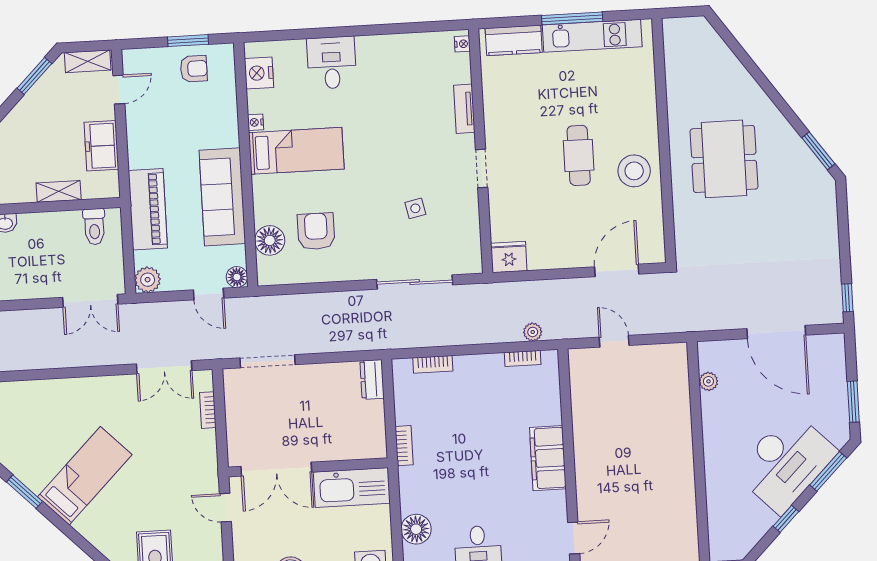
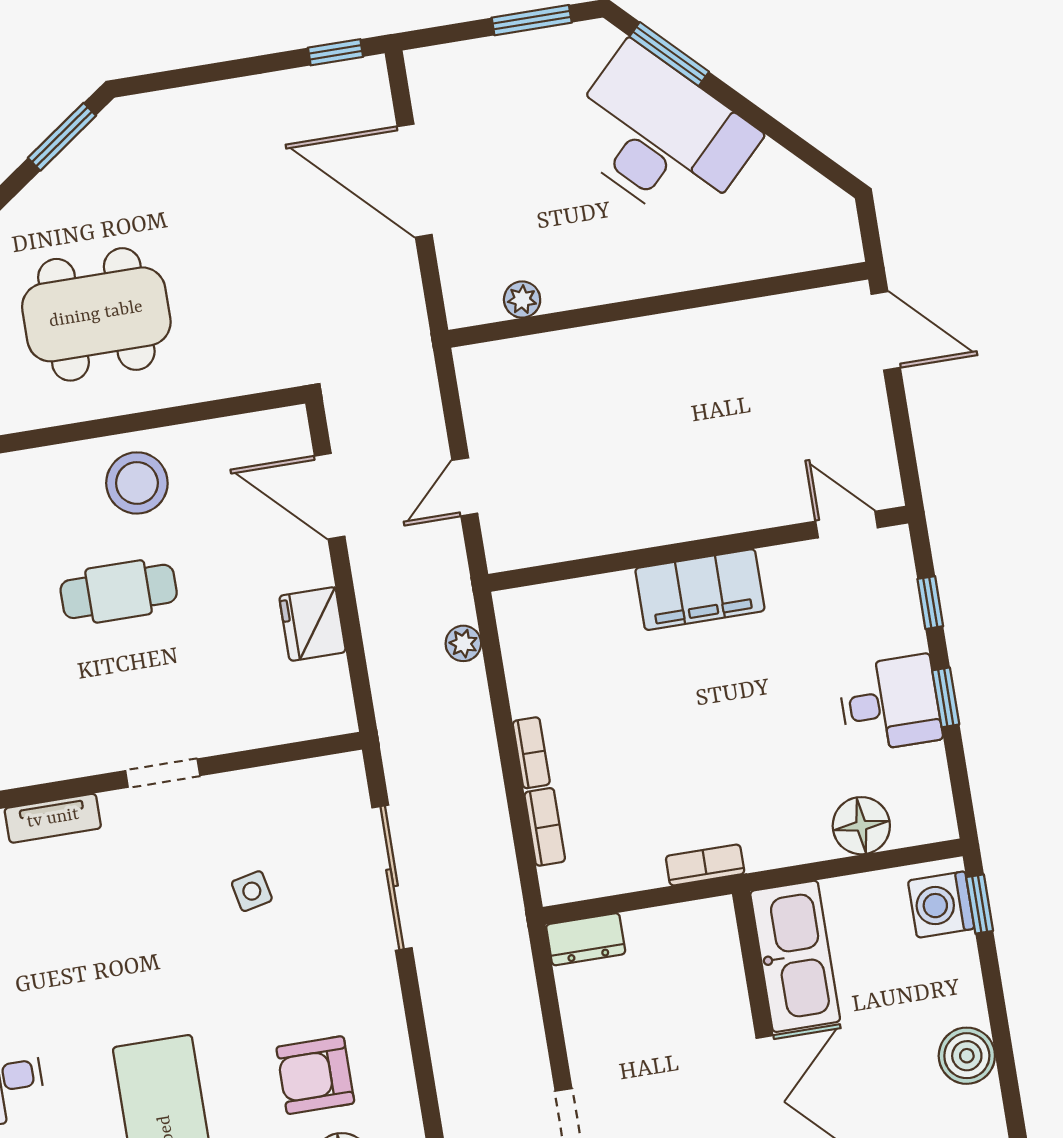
fridge: (509, 257) -> (313, 624), moved
door: (776, 332) -> (415, 181), swing flipped
bookcase: (523, 358) -> (531, 753), moved
window: (786, 519) -> (768, 125), removed

